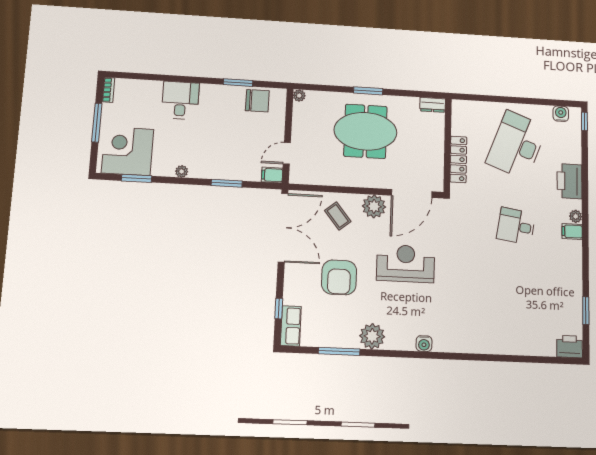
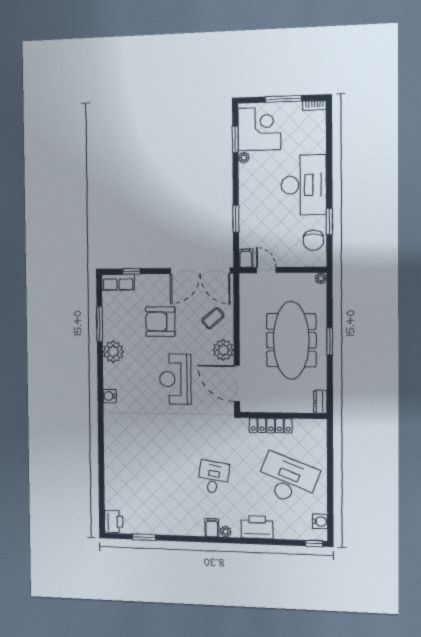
desk: (180, 100) -> (304, 185), width x1.87, depth x1.30
meeting table: (365, 131) -> (291, 340), width x1.36
plant: (182, 171) -> (244, 158), moved
reception desk: (406, 263) -> (175, 379), turned 180

